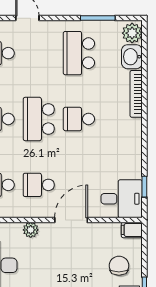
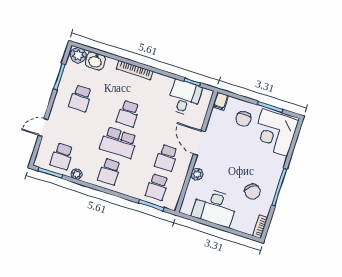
school desk: (79, 53) -> (80, 98), width x0.54
bookcase: (136, 94) -> (135, 70), moved
desk: (122, 199) -> (184, 98), moved
chair: (119, 266) -> (243, 119), turned -90

